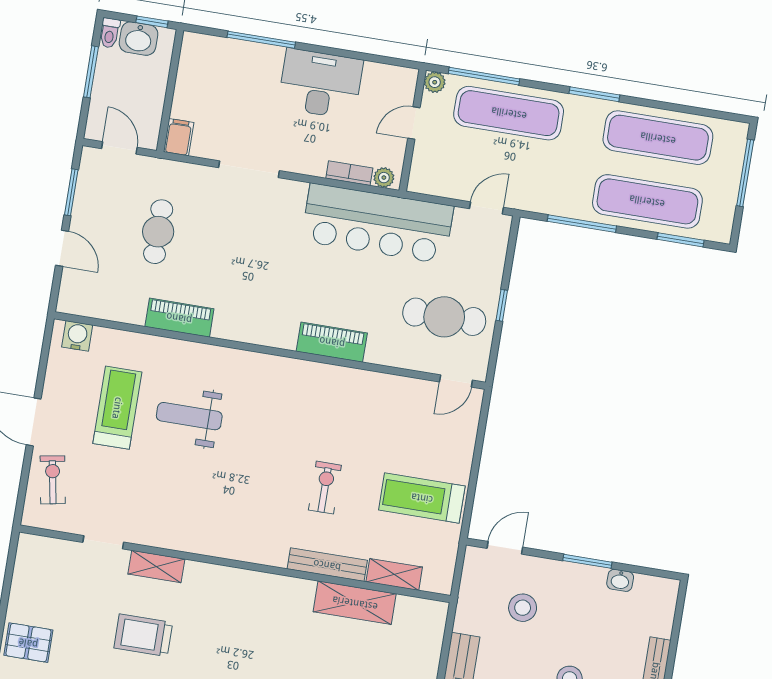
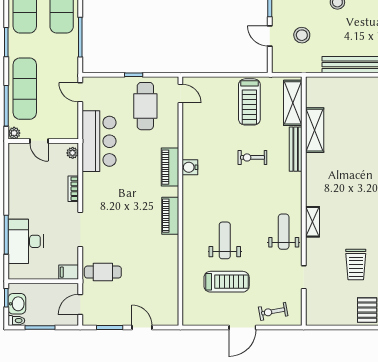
desk: (320, 84) -> (26, 241), moved
bookcase: (349, 173) -> (73, 189), moved
bar counter: (377, 224) -> (99, 141), width x0.73
cafe table: (158, 232) -> (103, 272), moved
door: (62, 248) -> (142, 327), hinge flipped
piano: (179, 318) -> (170, 216), moved
water cooler: (77, 336) -> (190, 167), moved
treadmill: (117, 408) -> (227, 282), turned 180
weight bench: (189, 416) -> (225, 240), turned 180
weight bench: (188, 521) -> (284, 232), added
door: (505, 548) -> (270, 36), moved
shelving: (156, 566) -> (312, 222), moved
shelving: (394, 574) -> (293, 103), width x1.50, depth x1.33
trolley: (143, 635) -> (356, 264), moved

